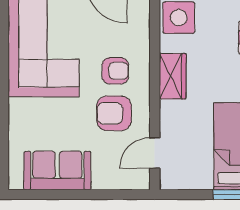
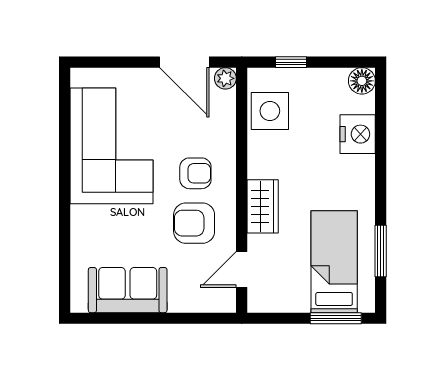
wardrobe: (173, 76) -> (263, 206), moved

